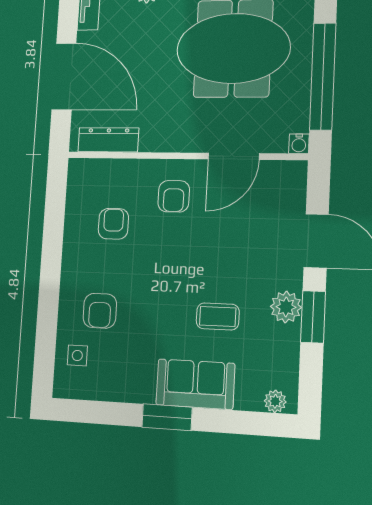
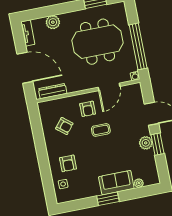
armchair: (113, 224) -> (64, 126), turned 129
coffee table: (218, 317) -> (101, 130), moved
plant: (275, 401) -> (139, 183), moved

